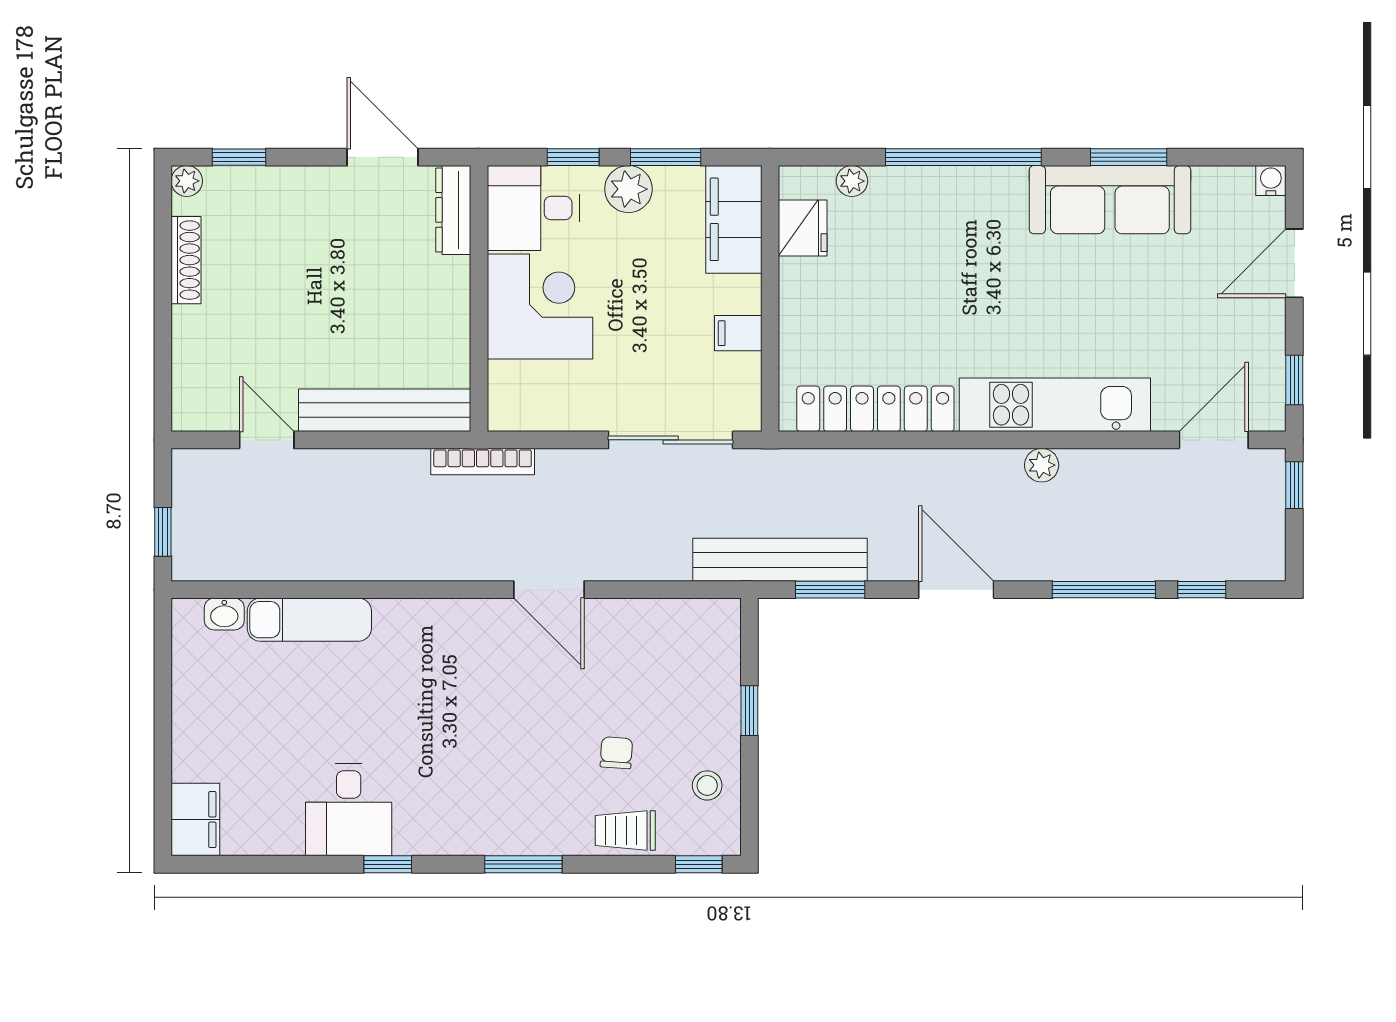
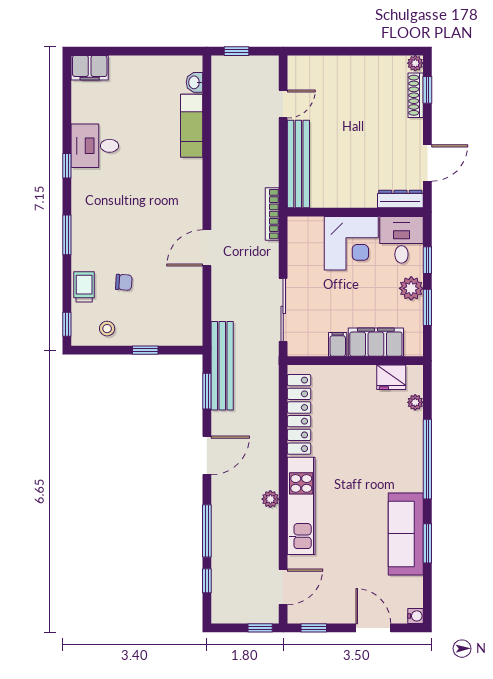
filing cabinet: (734, 219) -> (376, 342), moved
shoe rack: (186, 260) -> (416, 95), moved, turned 90
door: (1214, 440) -> (283, 587), hinge flipped

